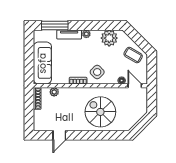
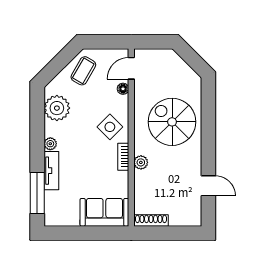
sofa: (42, 63) -> (104, 212), width x0.73
plant: (54, 92) -> (141, 162), moved
spiral stairs: (100, 112) -> (172, 122), turned 90

